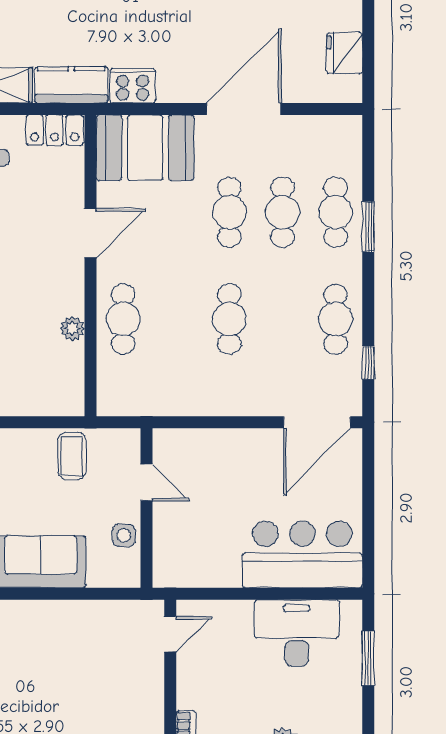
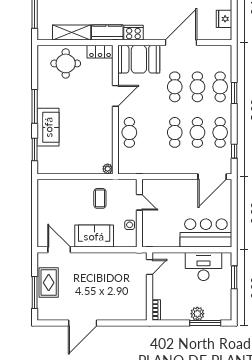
cafe table: (282, 319) -> (197, 132), added
plant: (72, 328) -> (108, 169), moved
coffee table: (72, 456) -> (100, 198), moved

